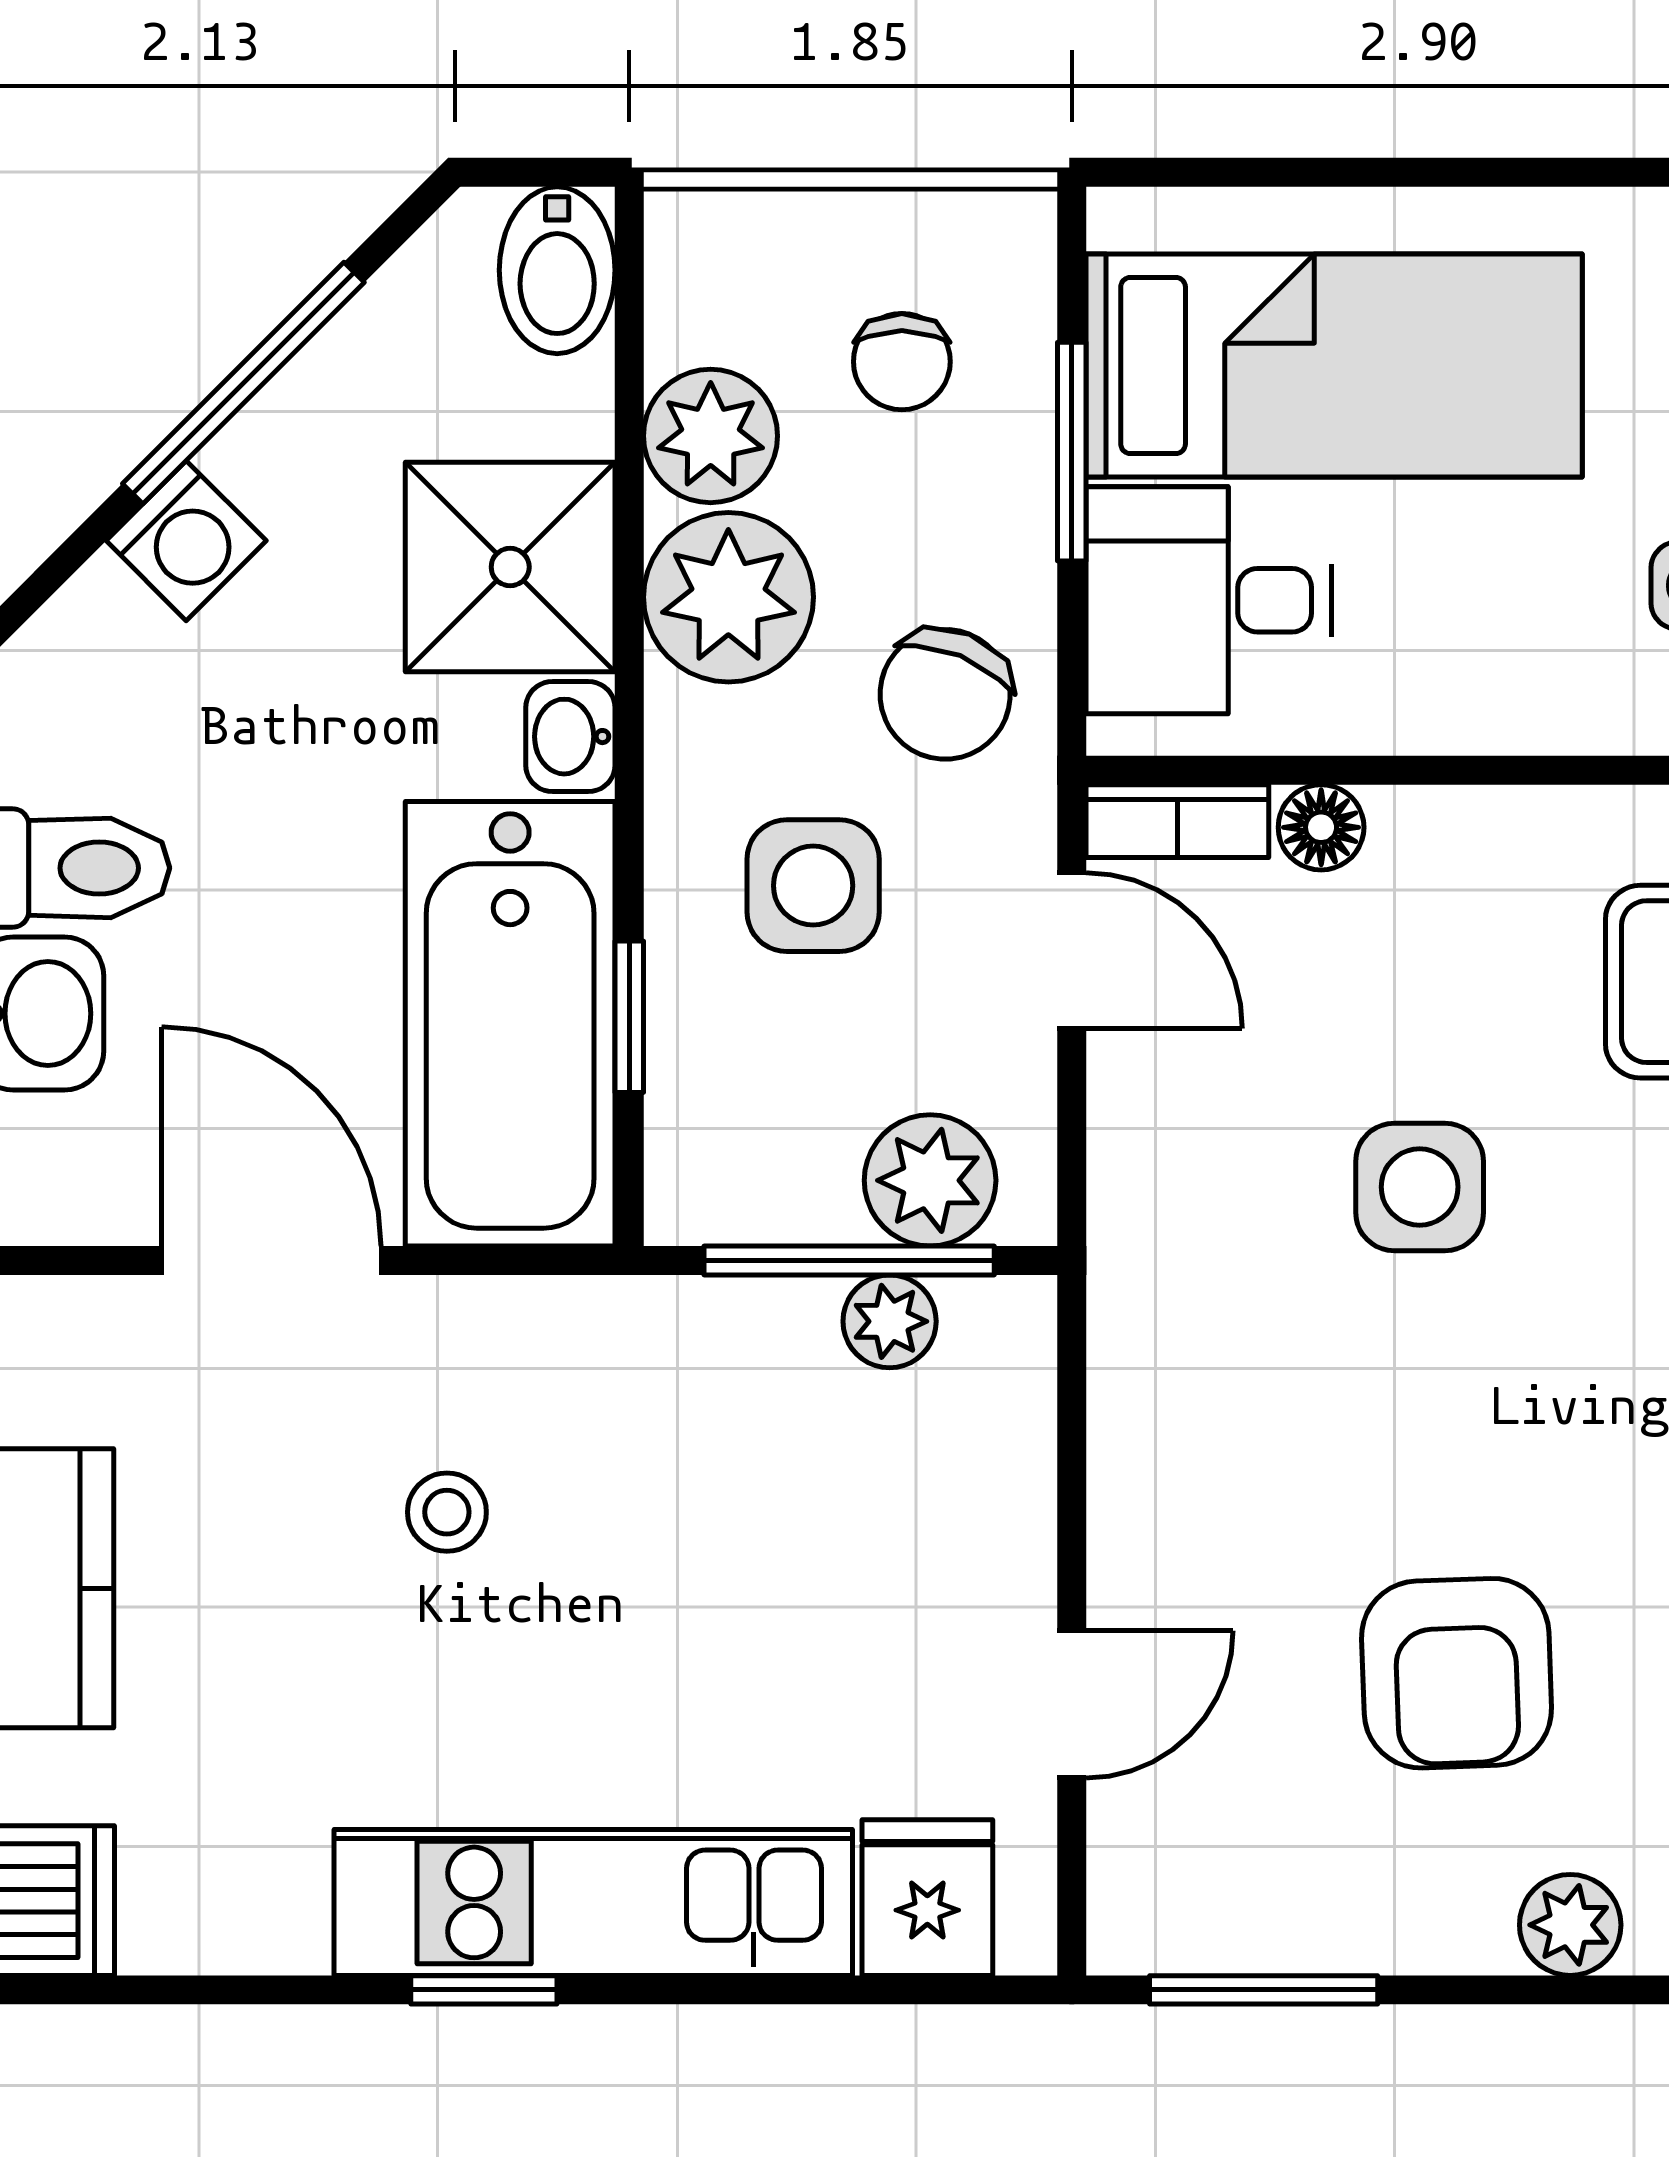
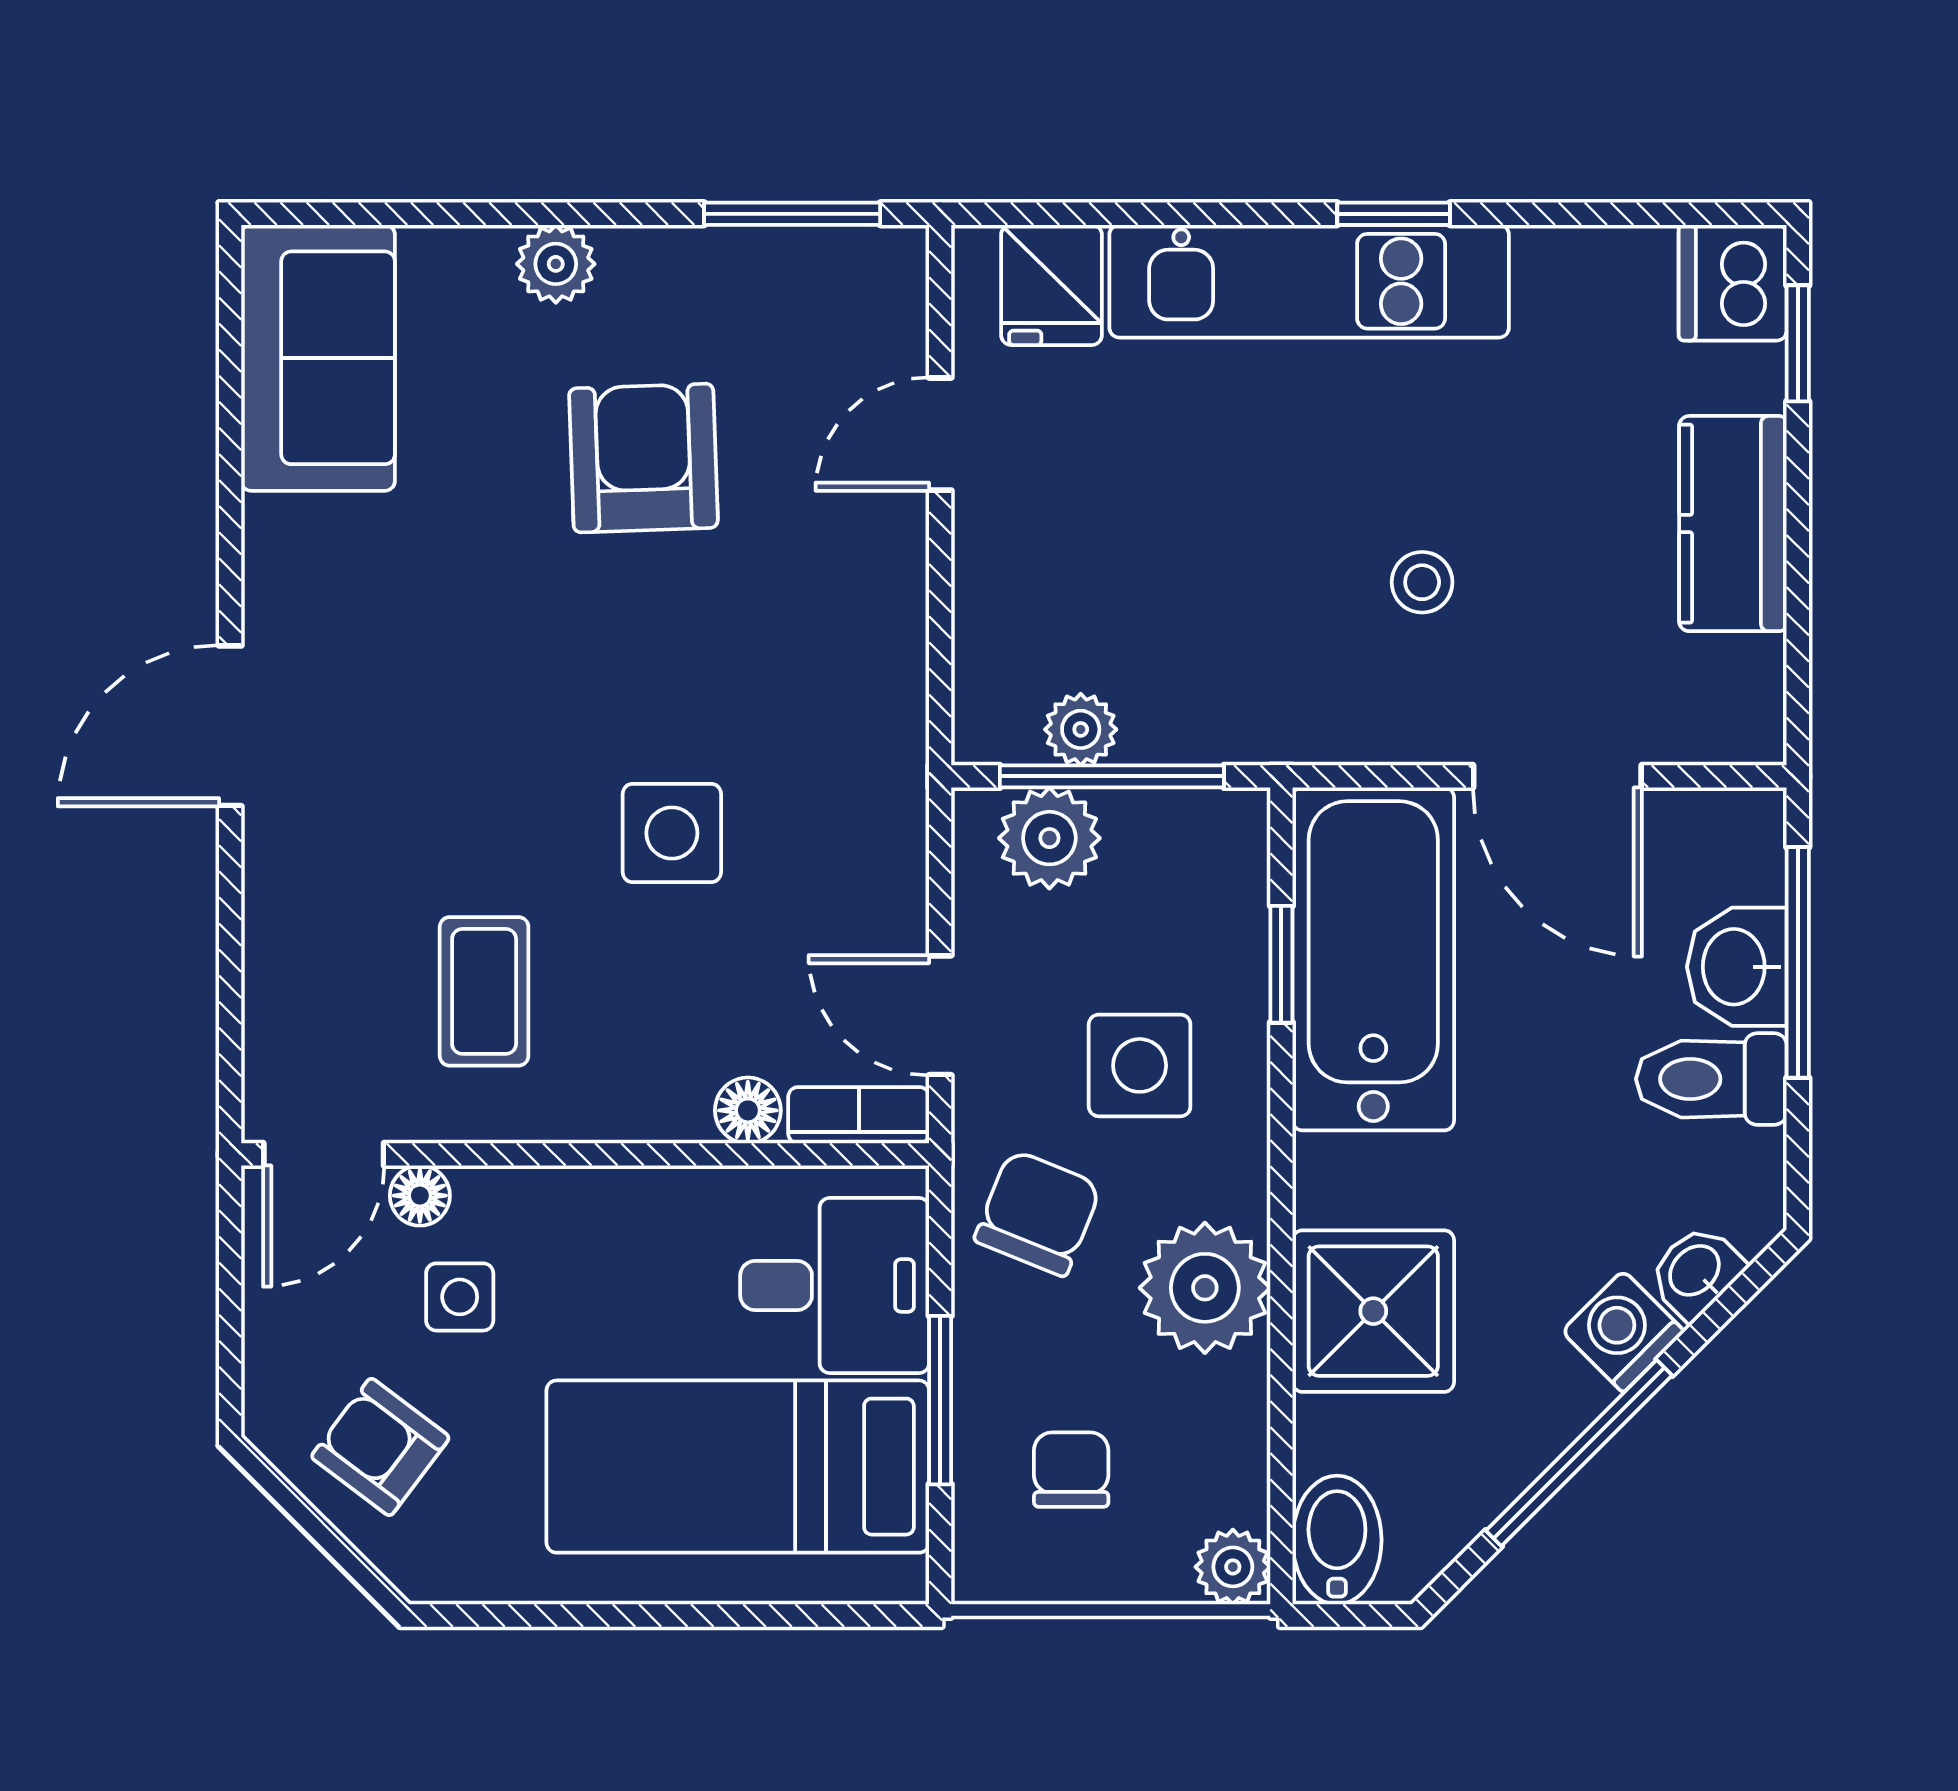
plant: (711, 436) -> (1233, 1567), moved, width x0.73, depth x0.73
washbasin: (570, 737) -> (1696, 1272), moved, turned -135

